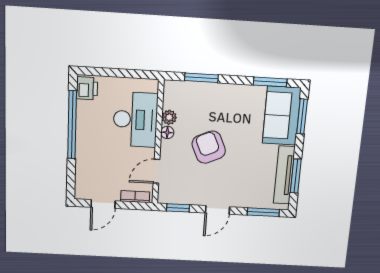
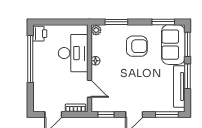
plant: (169, 117) -> (96, 30), moved
armchair: (209, 147) -> (137, 46), moved, turned 114
door: (157, 171) -> (89, 89), swing flipped
window: (296, 176) -> (187, 76), moved

